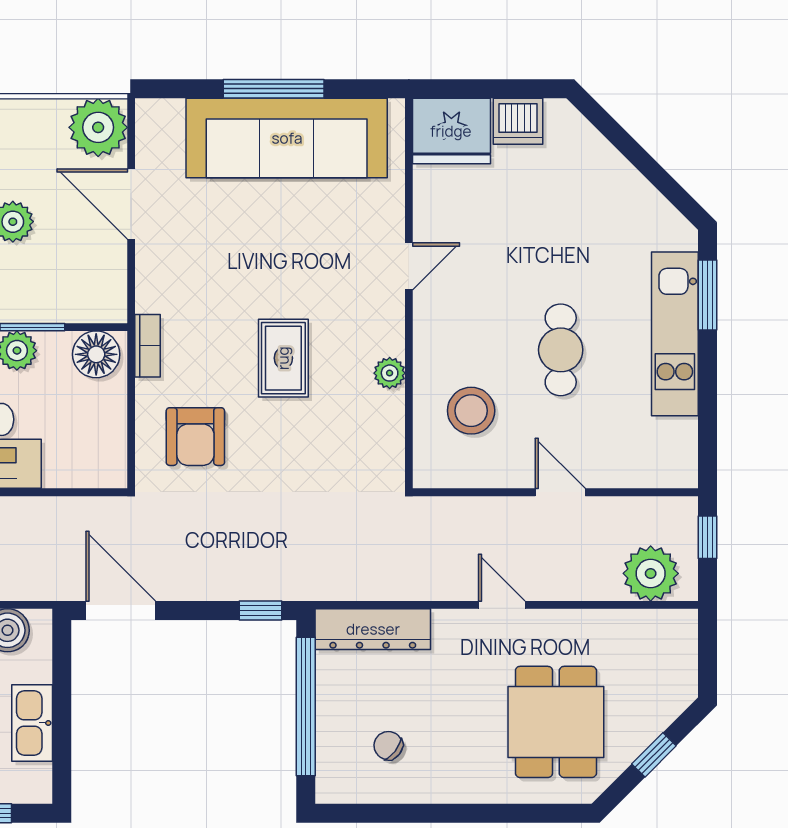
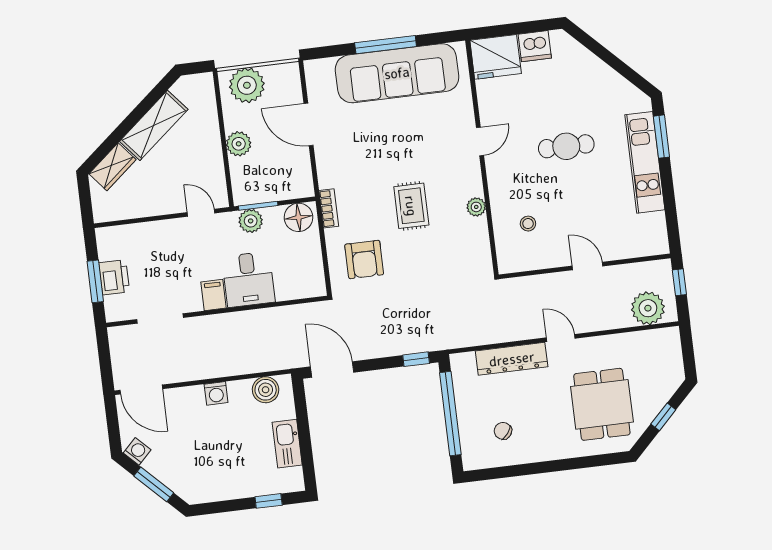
plant: (98, 127) -> (247, 85), moved
cafe table: (561, 350) -> (566, 146), moved, turned 90
stool: (471, 411) -> (528, 224), width x0.53, depth x0.53
dresser: (373, 629) -> (512, 359), moved

